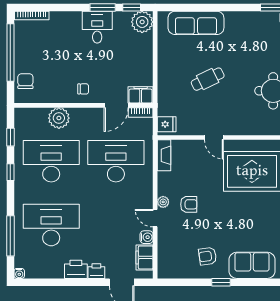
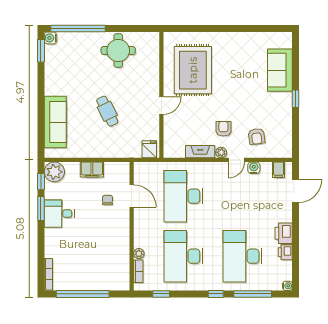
chair: (25, 81) -> (109, 280), removed
chair: (83, 89) -> (107, 200), moved
filing cabinet: (141, 95) -> (92, 169), moved, turned -90
bookcase: (141, 112) -> (138, 271), moved
plant: (59, 118) -> (139, 254), width x0.53, depth x0.53
fireplace: (164, 155) -> (200, 152), moved
window: (10, 172) -> (216, 294), moved
armchair: (208, 256) -> (257, 136), moved
filing cabinet: (145, 257) -> (279, 170), width x0.50
printer: (96, 271) -> (285, 252), moved

